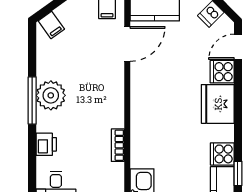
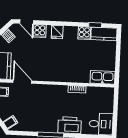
plant: (51, 95) -> (48, 124), removed
fridge: (218, 104) -> (57, 32), width x0.53, depth x0.75
printer: (46, 144) -> (70, 125), width x1.87, depth x1.48

